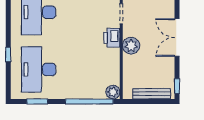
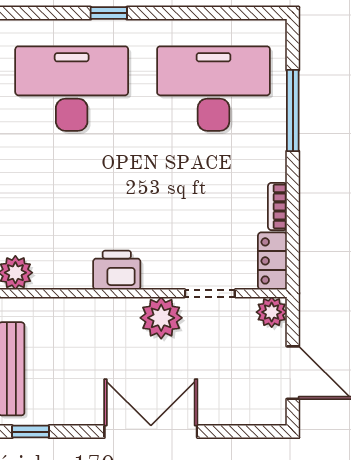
printer: (112, 38) -> (117, 270), moved
plant: (131, 46) -> (161, 318), moved

